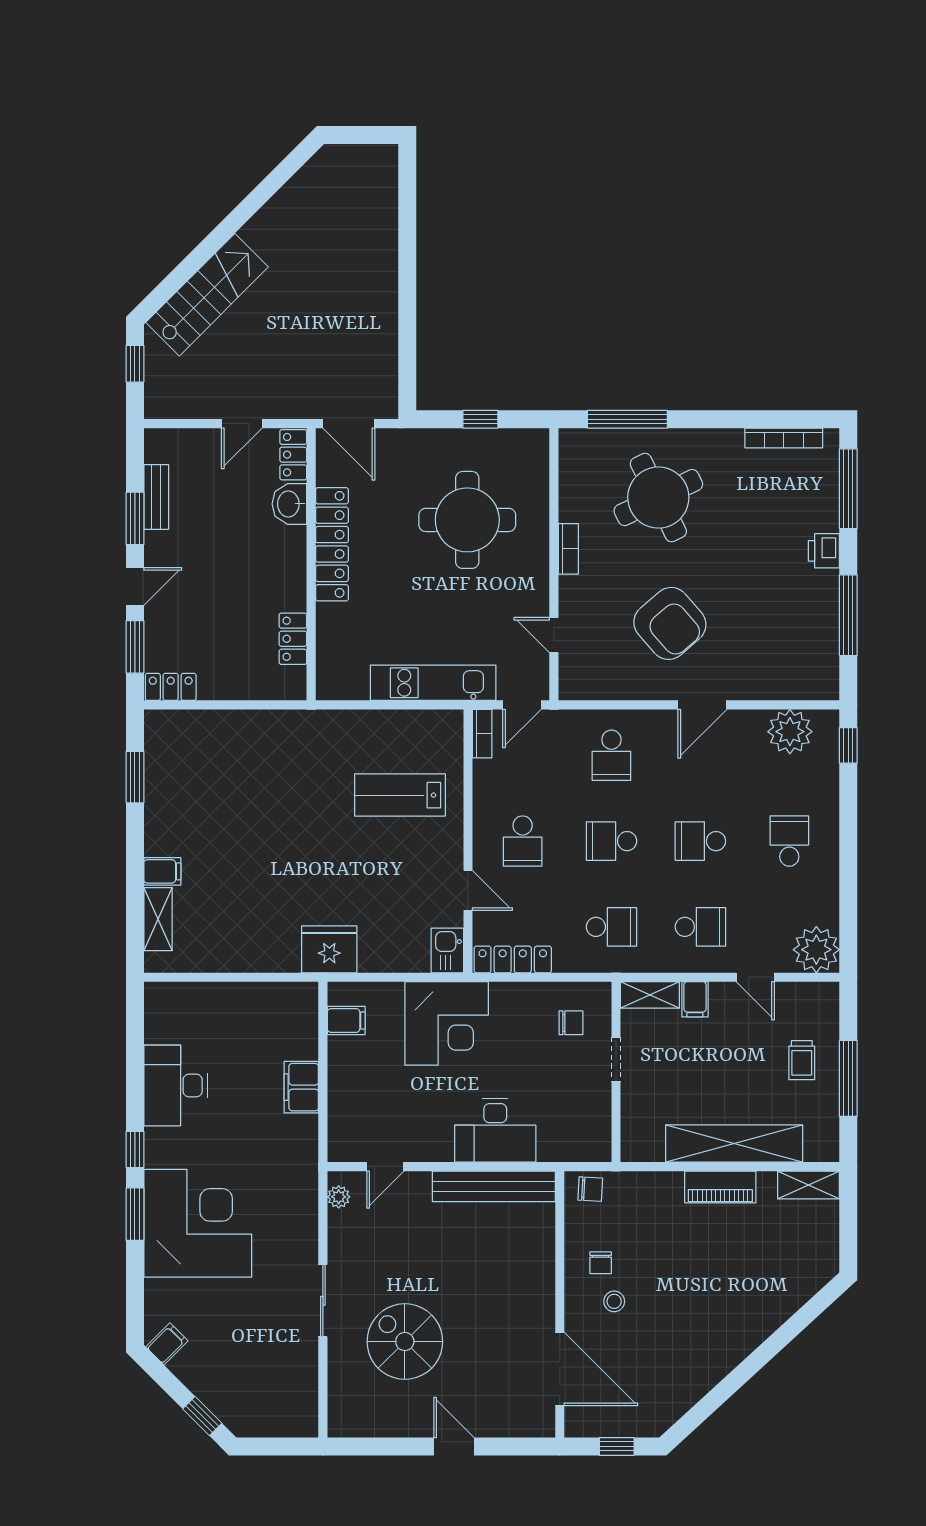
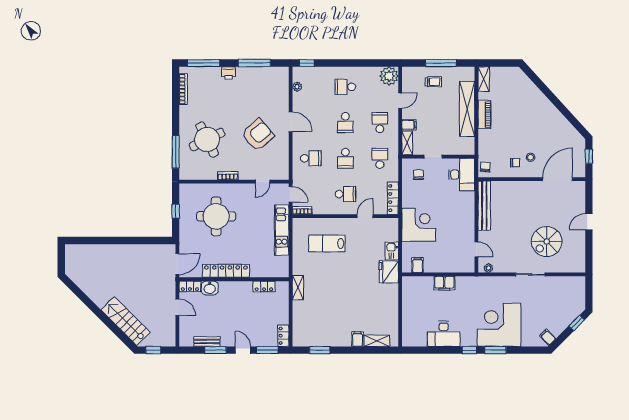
shelving: (290, 723) -> (298, 288), added
plant: (790, 732) -> (297, 87), width x0.53, depth x0.53
lab bench: (400, 795) -> (327, 243), turned 90
kitchen sink: (447, 950) -> (392, 251), moved, turned 90
desk: (495, 1130) -> (462, 175), moved

